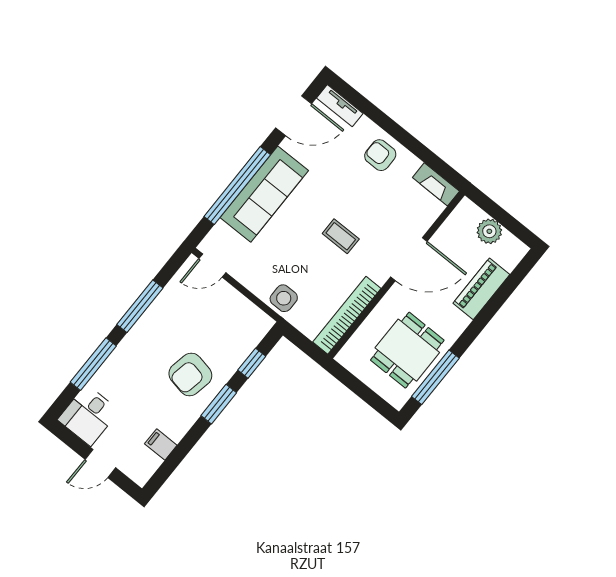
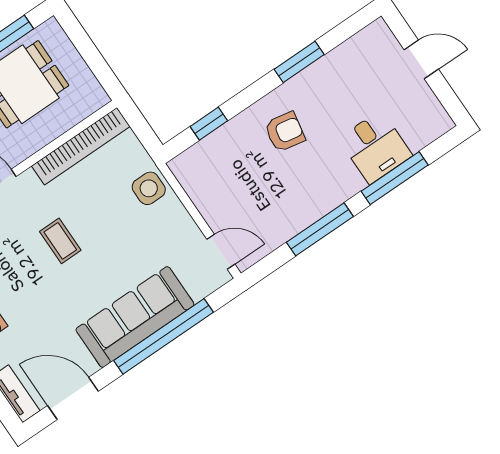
armchair: (190, 375) -> (285, 132), width x0.72, depth x0.72
window: (219, 404) -> (299, 62), moved
desk: (88, 415) -> (375, 147), moved, turned 90
filing cabinet: (161, 444) -> (344, 60), removed

